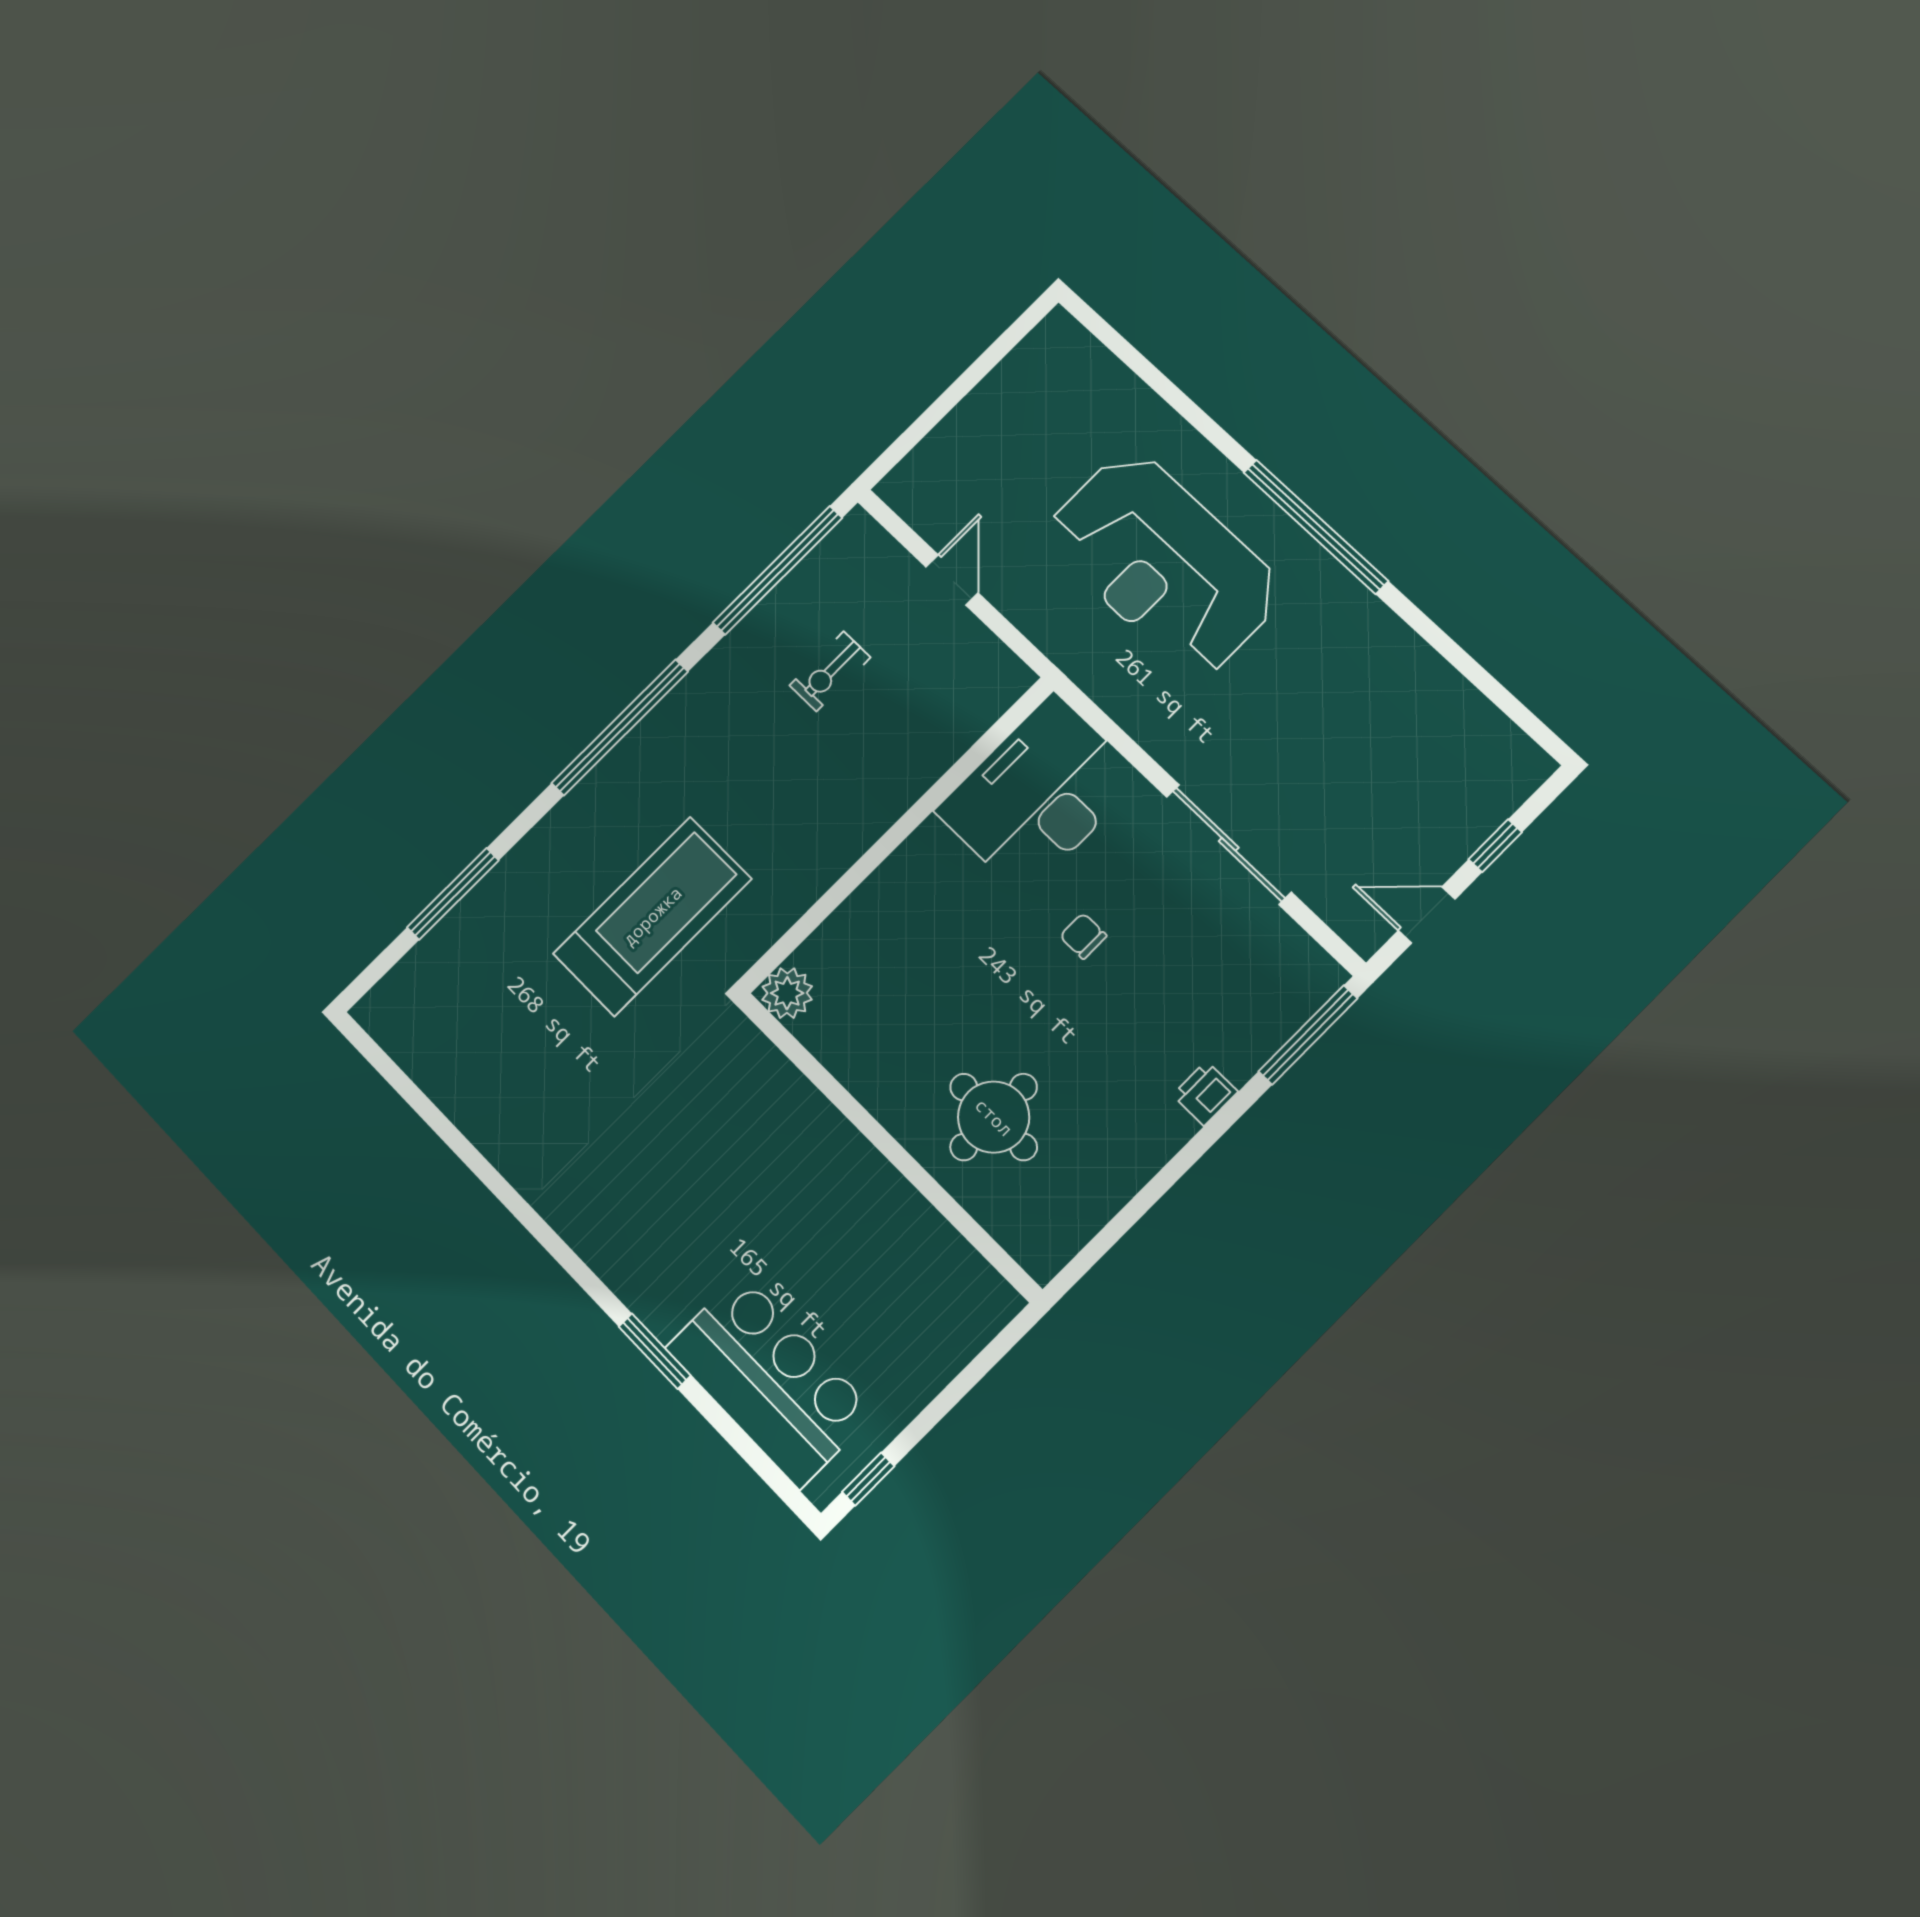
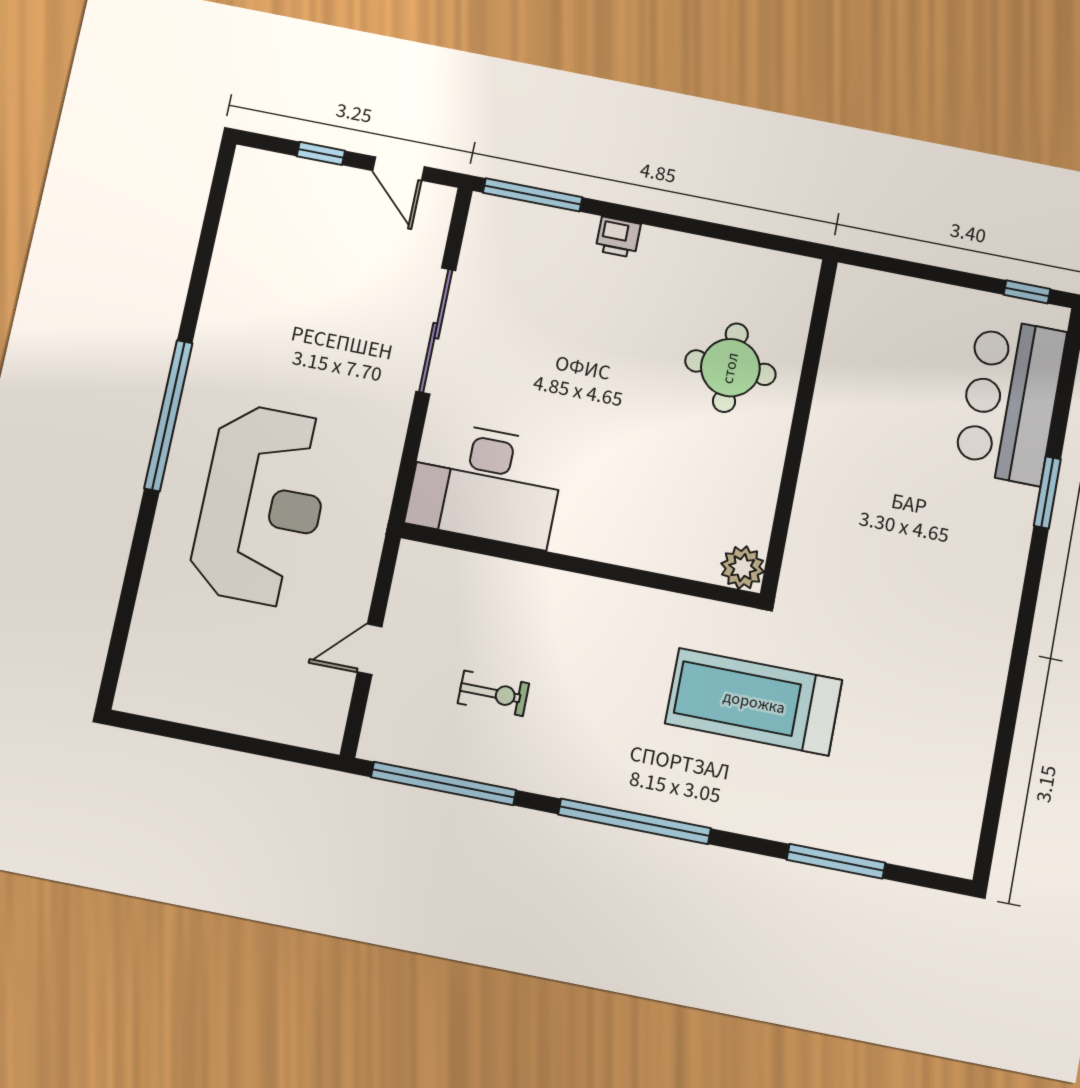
chair: (1083, 936) -> (565, 388), removed

